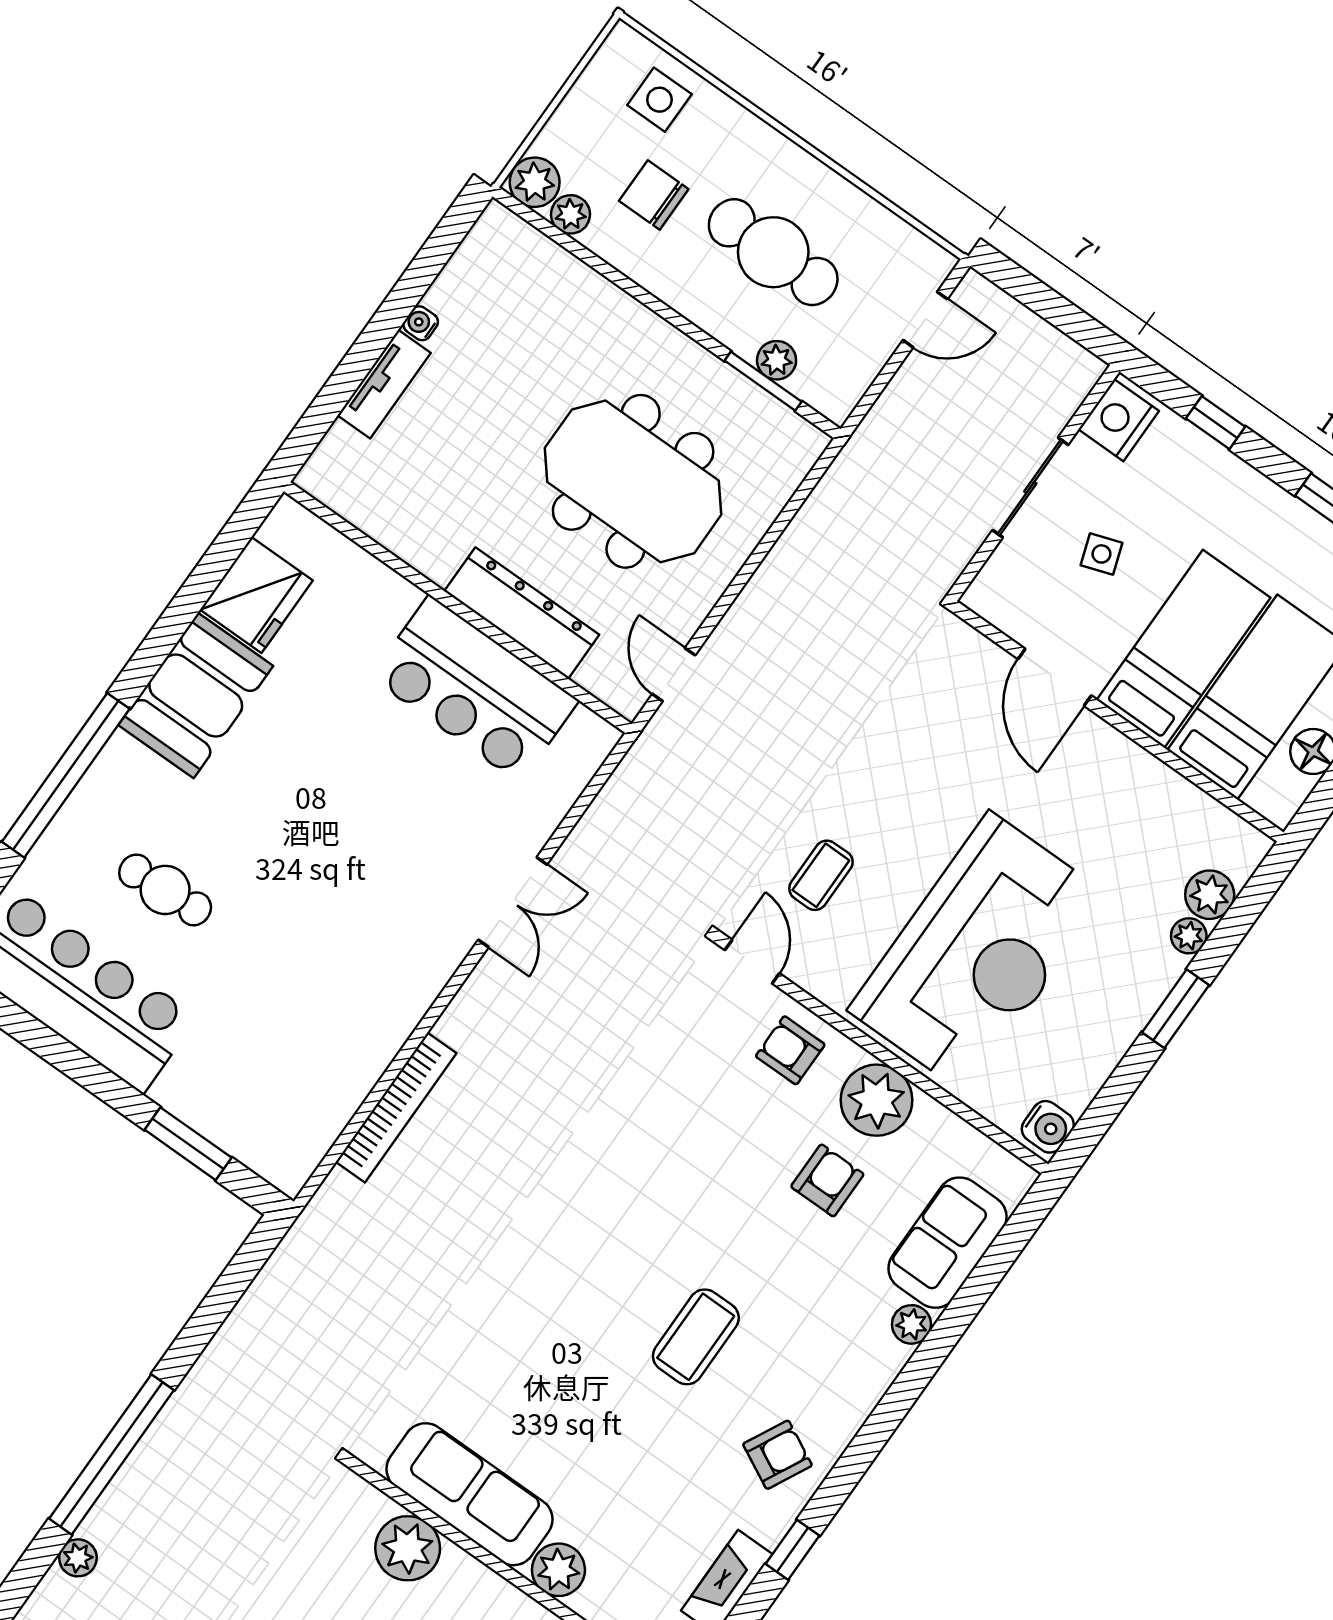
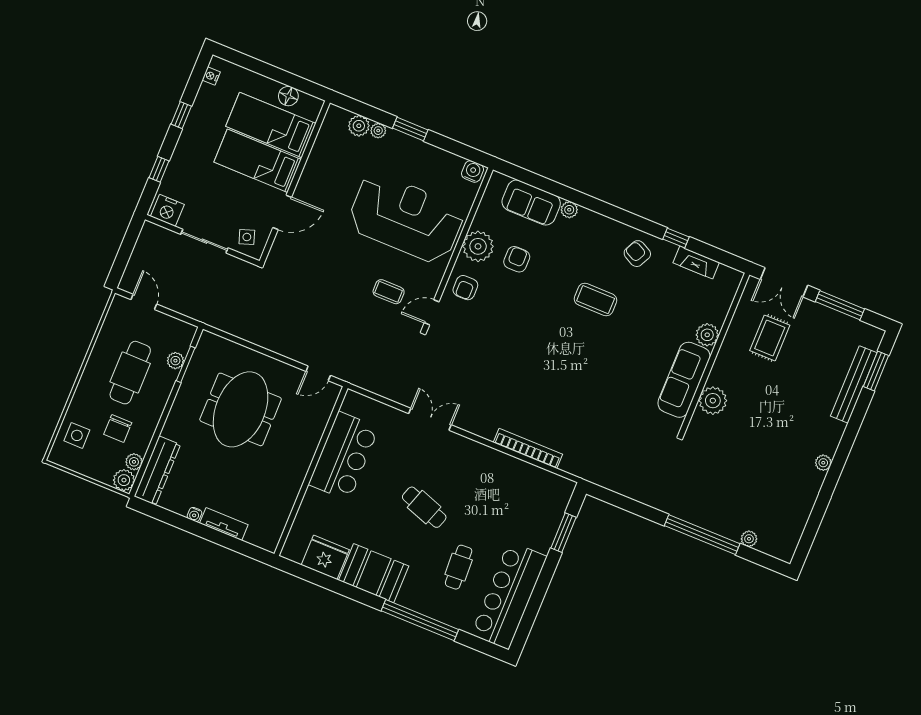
side table: (1101, 554) -> (247, 237), moved
dresser: (522, 613) -> (157, 471), moved, turned 180
cafe table: (318, 844) -> (424, 507), added
armchair: (827, 1180) -> (517, 259), turned 90

